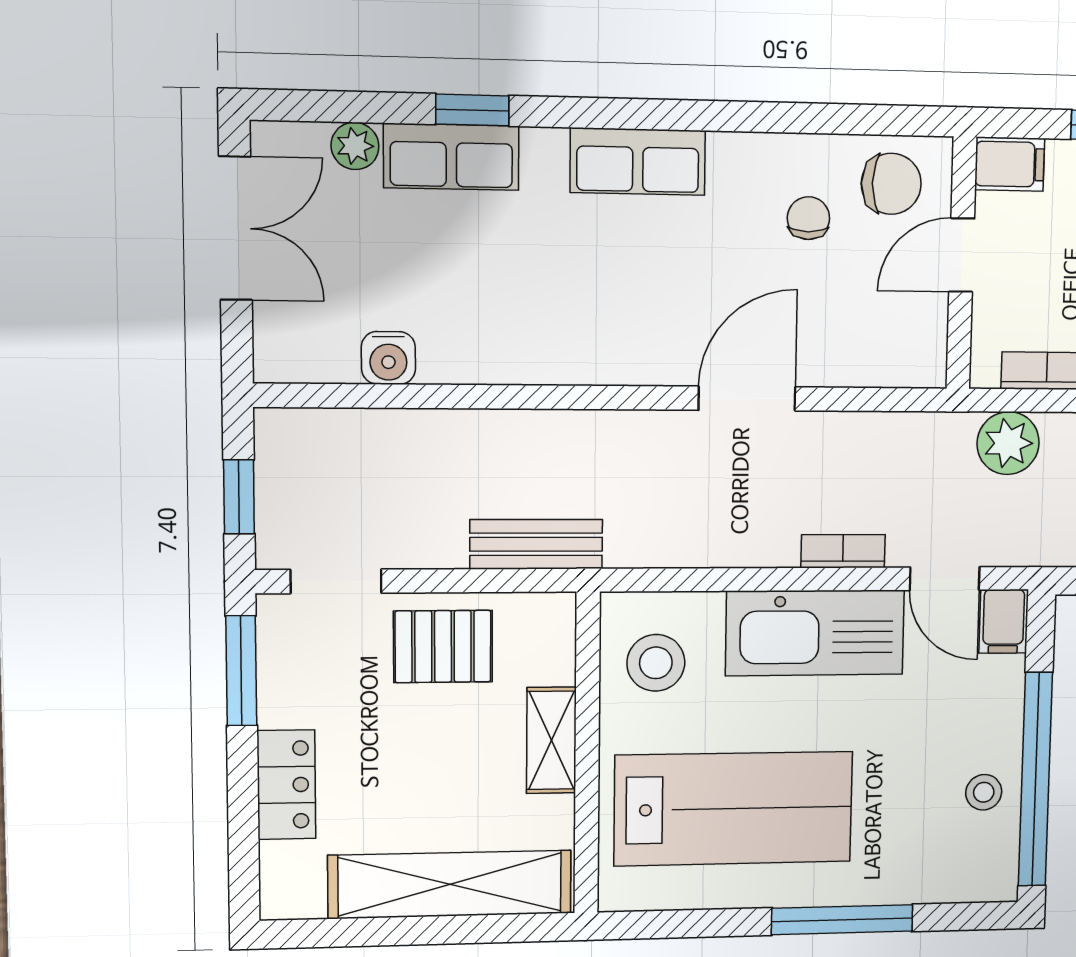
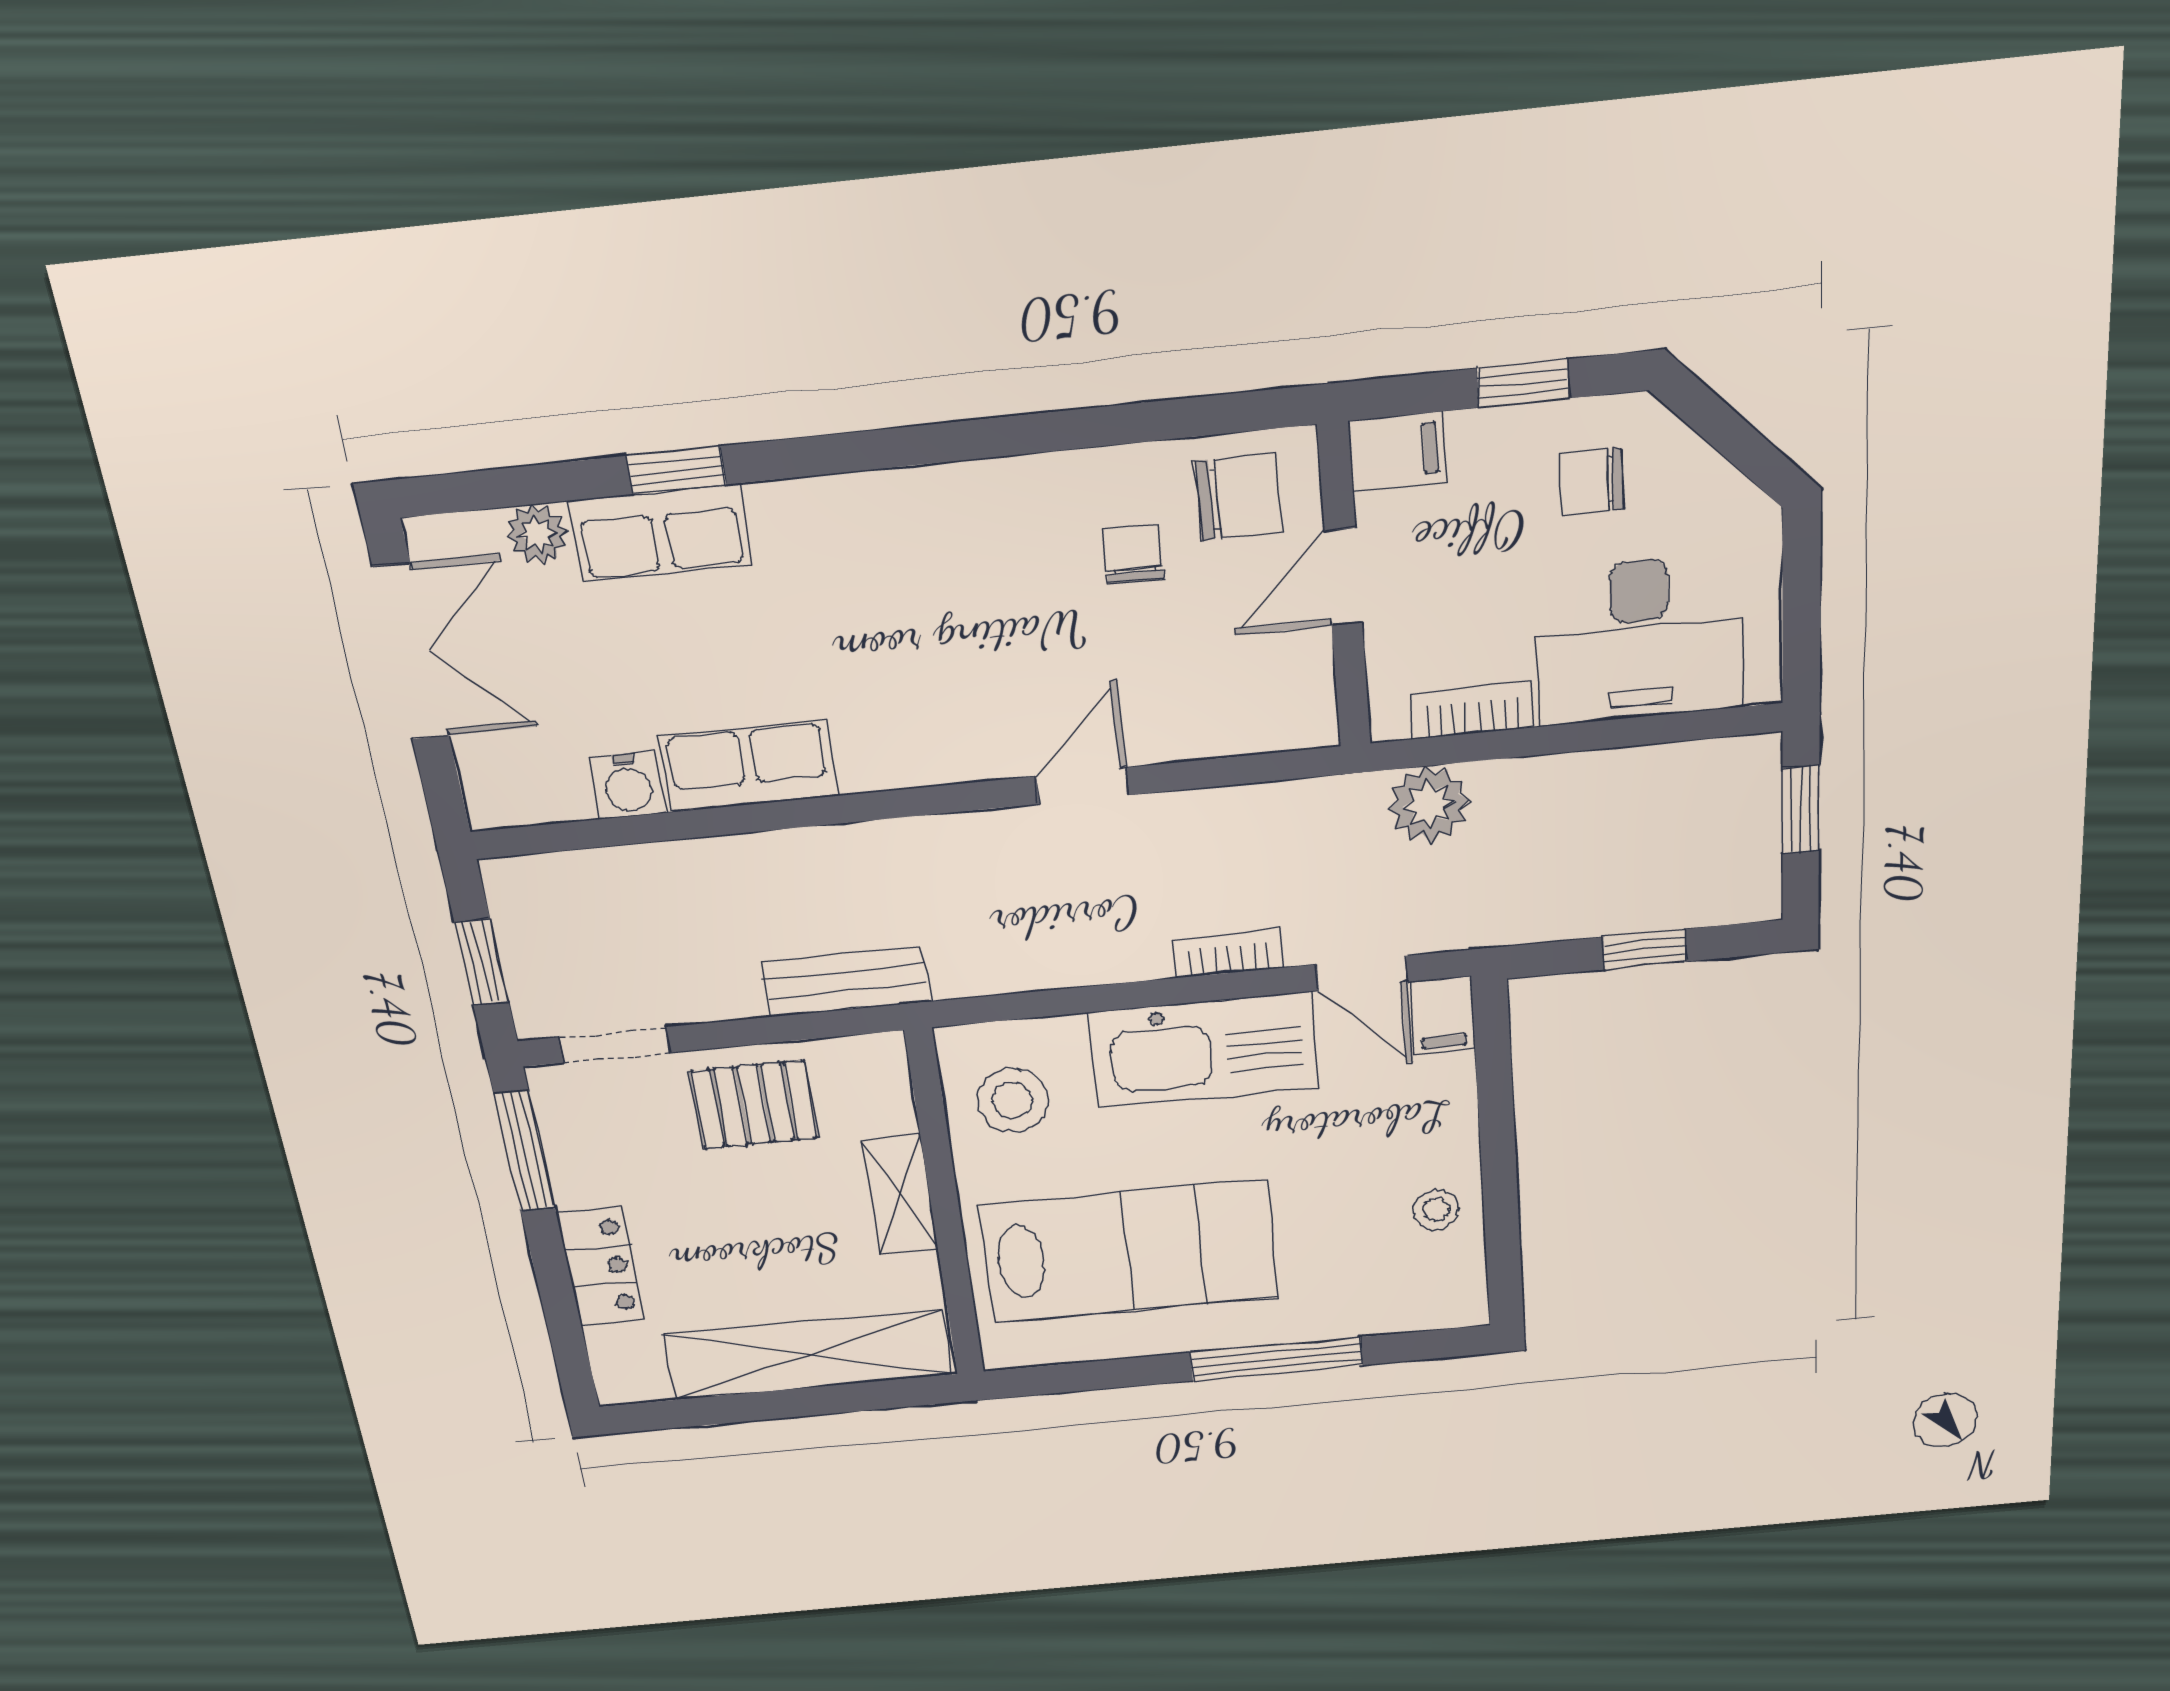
row of seats: (638, 161) -> (749, 766), moved, turned 180
door: (747, 399) -> (1083, 786), width x0.73
window: (1035, 780) -> (1500, 1191), removed

